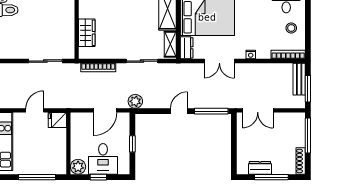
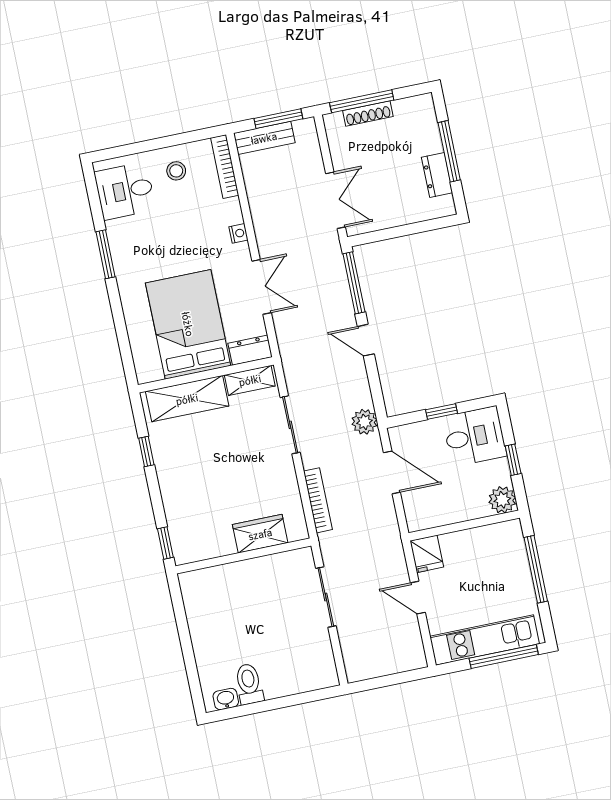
desk: (103, 159) -> (474, 436), moved
shoe rack: (301, 161) -> (368, 114), moved

